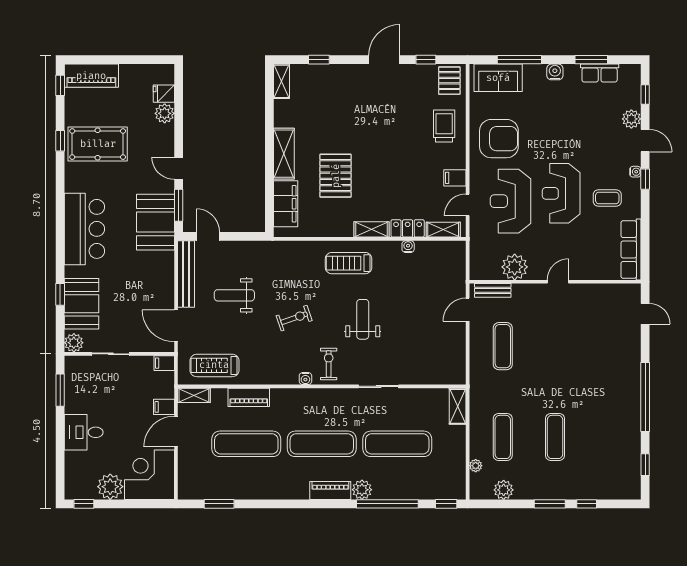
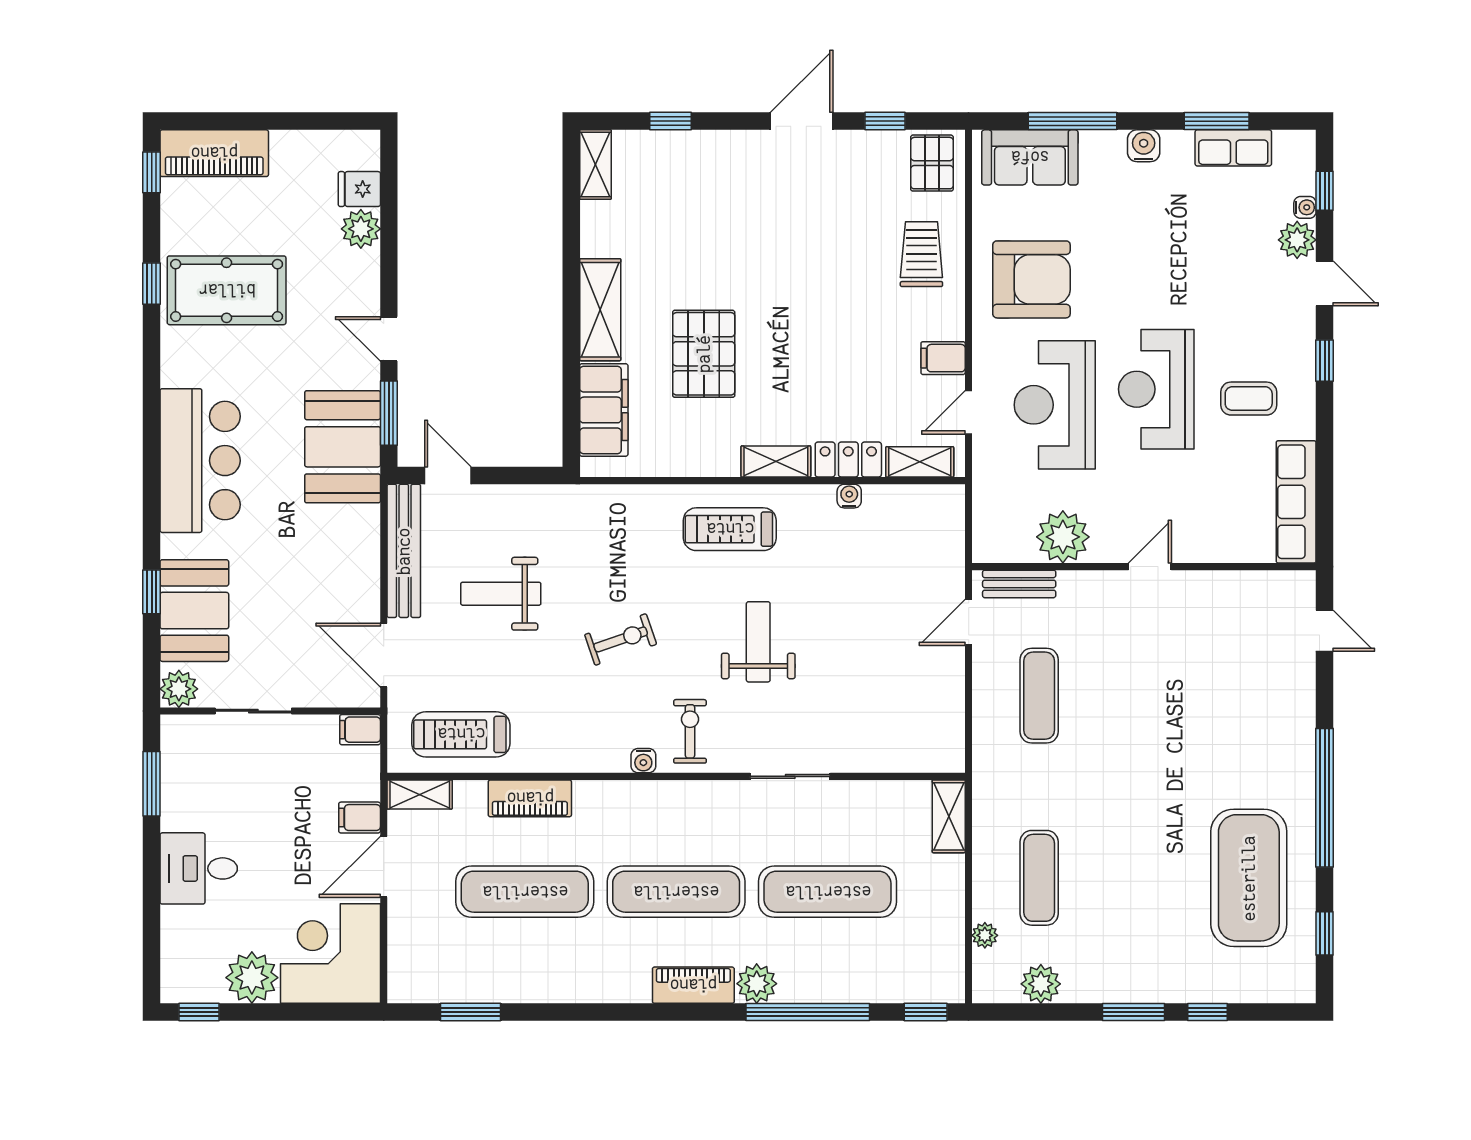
water cooler: (635, 172) -> (1305, 207), moved
exercise mat: (555, 437) -> (1249, 878), moved, width x2.00, depth x1.45

